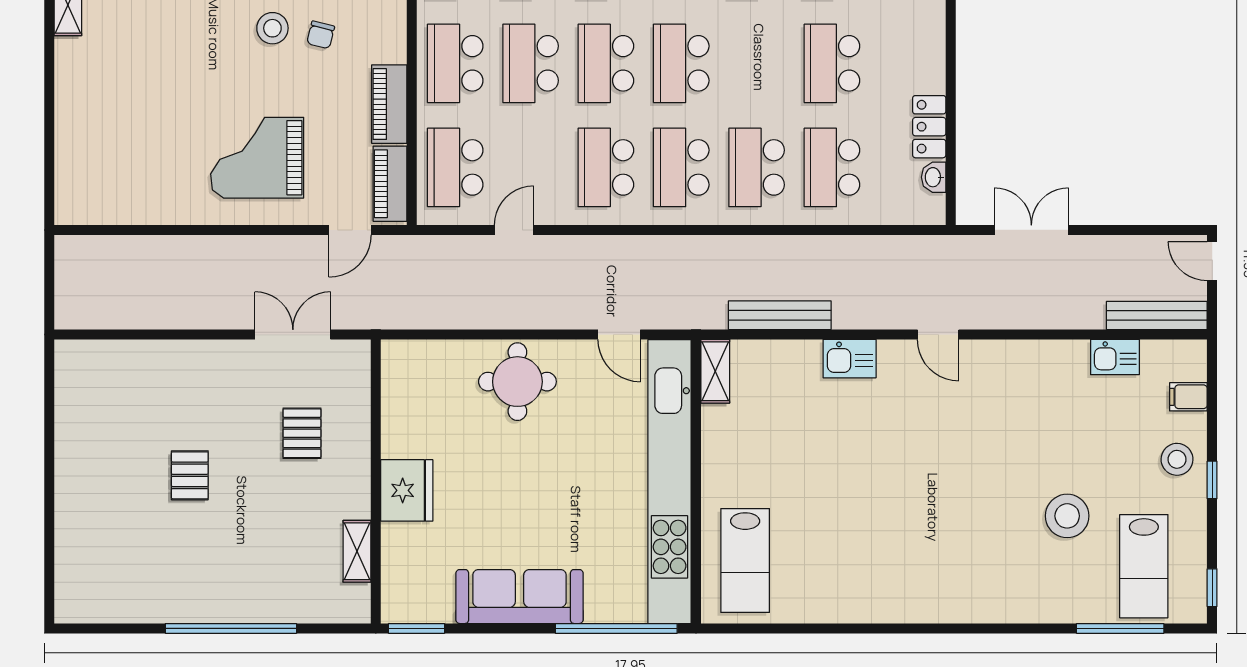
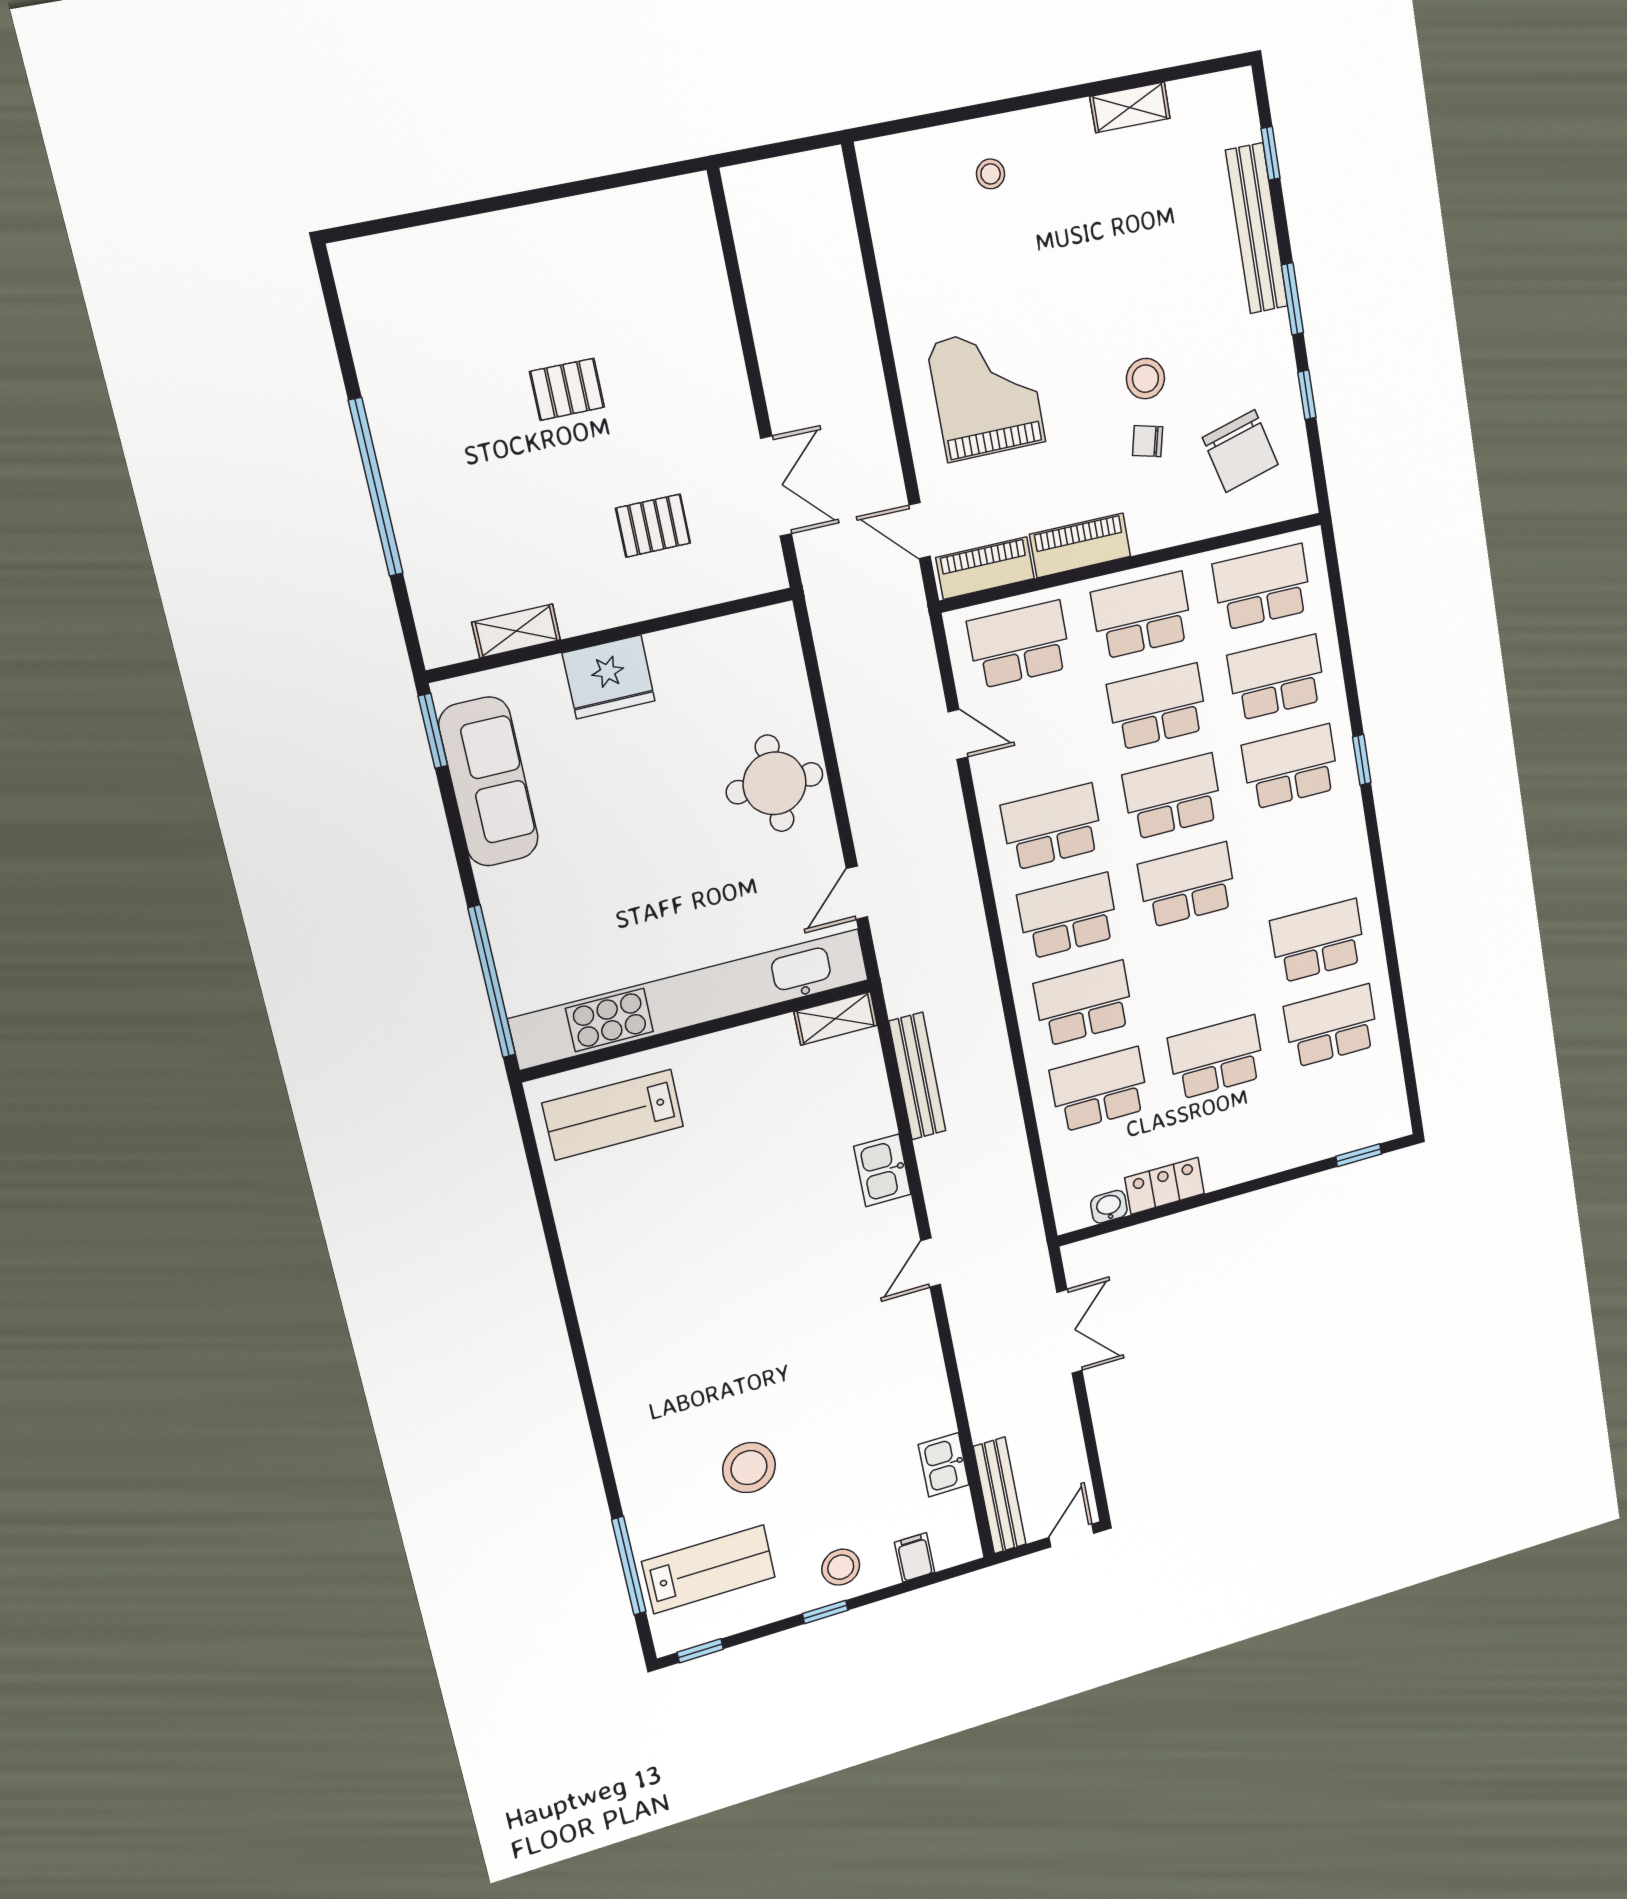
stool: (96, 124) -> (991, 174), added
lab bench: (1144, 566) -> (709, 1569), turned 180
sofa: (519, 597) -> (489, 782), moved

